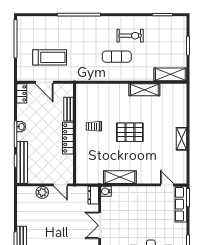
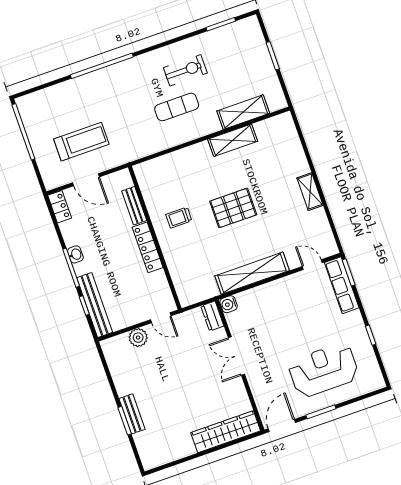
shelving: (170, 74) -> (243, 112), moved
shelving: (120, 177) -> (252, 273), width x1.47

